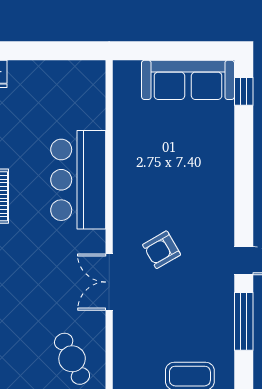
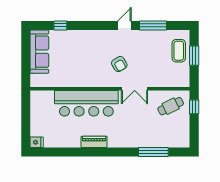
window: (244, 91) -> (60, 25), moved
bar counter: (78, 180) -> (86, 103), width x1.36

